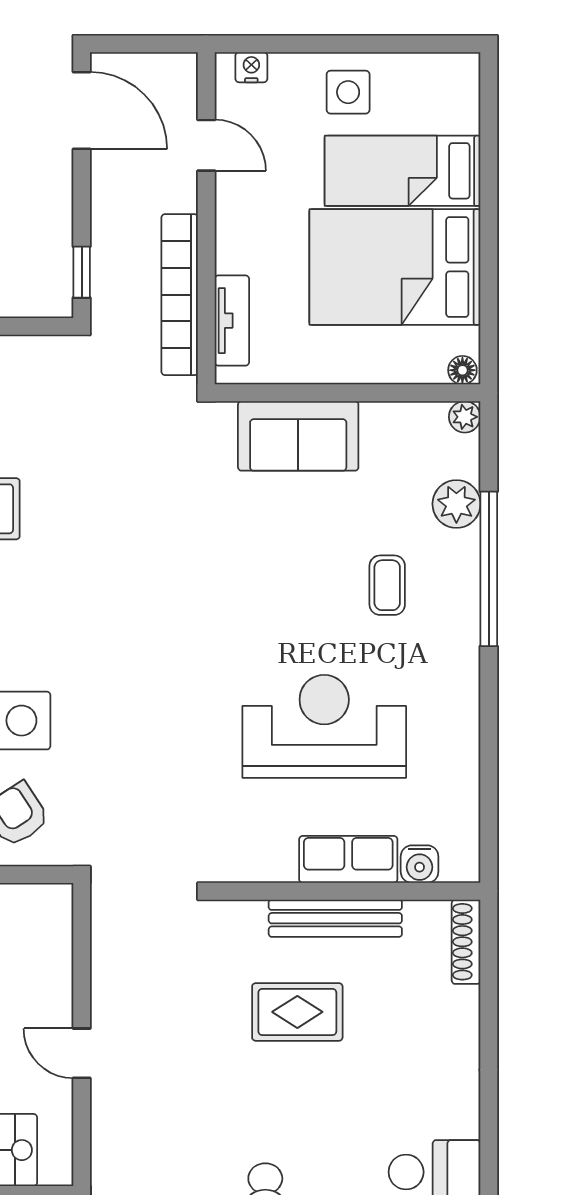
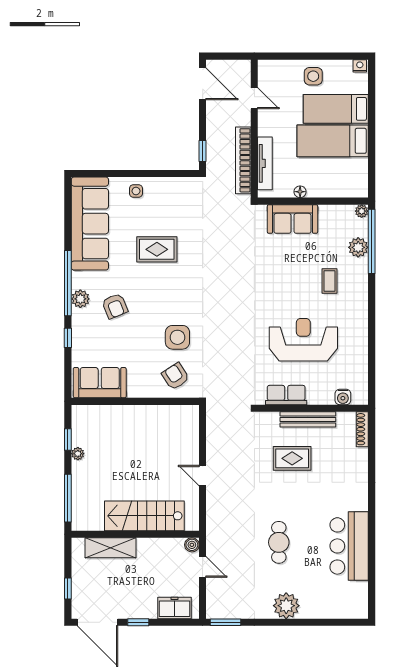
nightstand: (251, 67) -> (360, 66), moved
bed: (395, 267) -> (333, 141), width x0.67
tv unit: (232, 321) -> (265, 163), width x1.41
floor lamp: (462, 370) -> (300, 192), moved
window: (489, 569) -> (372, 241), moved
row of seats: (348, 859) -> (286, 395), moved

